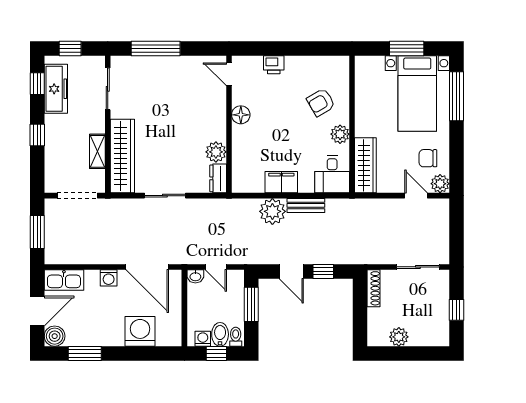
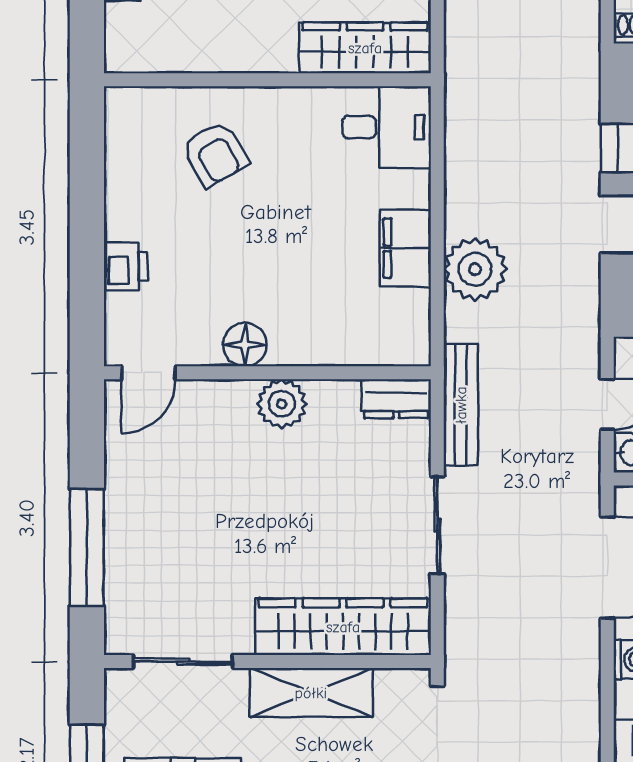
plant: (340, 134) -> (291, 108), removed
shelving: (97, 151) -> (311, 693), width x1.50, depth x1.33
plant: (216, 152) -> (282, 404), moved
bench: (306, 205) -> (461, 405), moved, width x1.36

